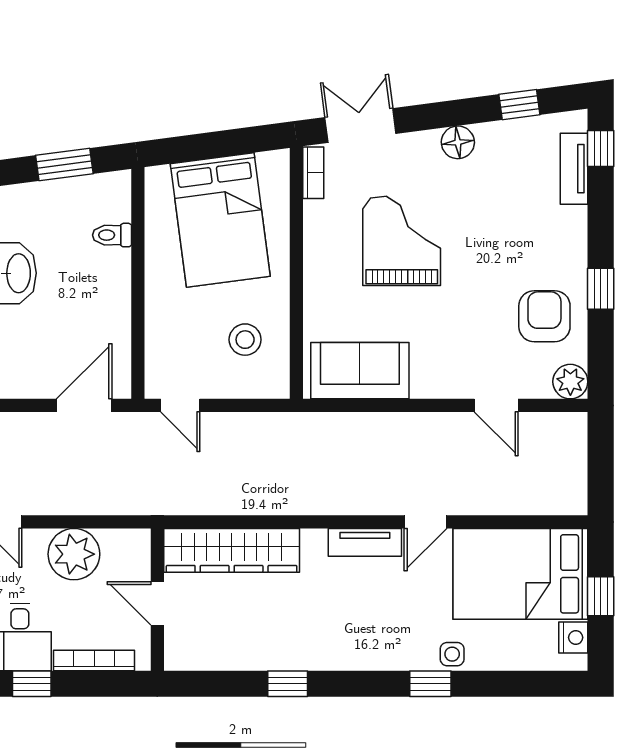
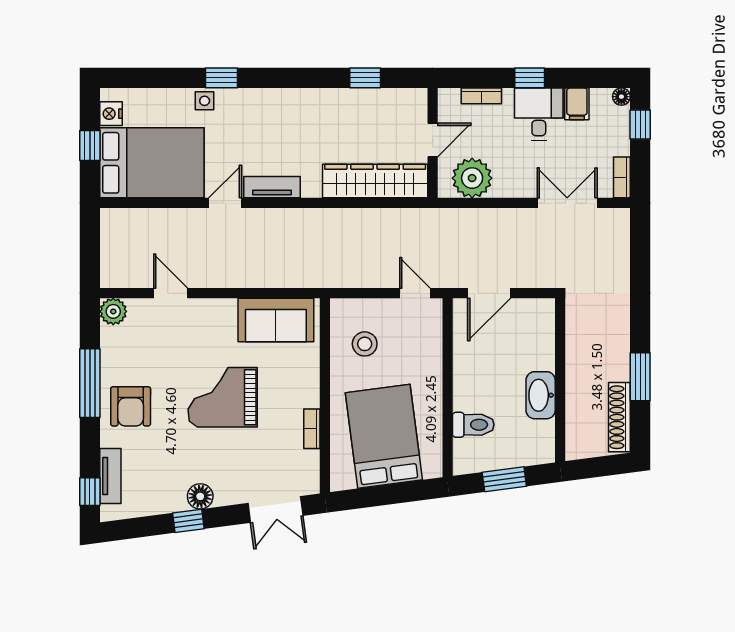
window: (519, 105) -> (188, 521), moved
bookcase: (313, 173) -> (312, 429), moved
toilet: (112, 235) -> (473, 425), width x1.37, depth x1.39
grand piano: (402, 241) -> (223, 397), moved, turned 90
window: (601, 289) -> (90, 383), width x2.17
armchair: (544, 316) -> (131, 406), moved
plant: (74, 554) -> (472, 178), moved
door: (157, 603) -> (433, 140), hinge flipped
bookcase: (94, 660) -> (481, 96), width x0.64
window: (288, 684) -> (365, 78), moved

